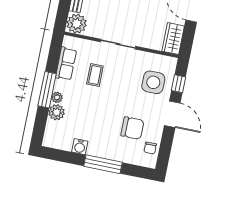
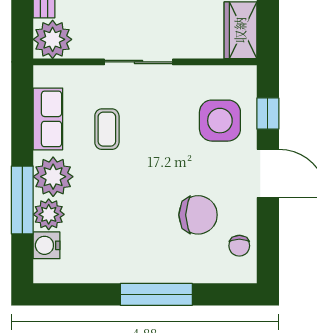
window: (47, 90) -> (22, 200), moved
plant: (57, 97) -> (53, 177), width x1.87, depth x1.87
water cooler: (80, 147) -> (47, 245), moved, turned 90

